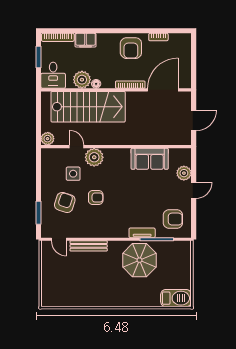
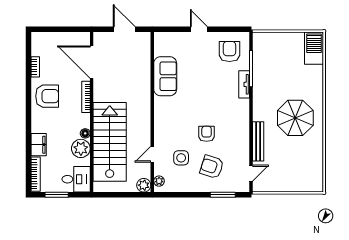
plant: (94, 157) -> (159, 181), moved, width x0.53, depth x0.53
plant: (184, 173) -> (180, 40), removed
parasol: (139, 260) -> (295, 118), moved

